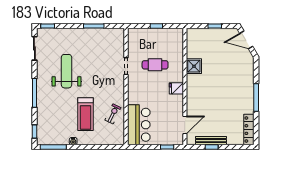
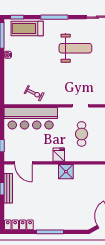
shower: (194, 66) -> (66, 172), moved
treadmill: (86, 114) -> (27, 28), moved
bar counter: (139, 125) -> (31, 118), width x1.36

